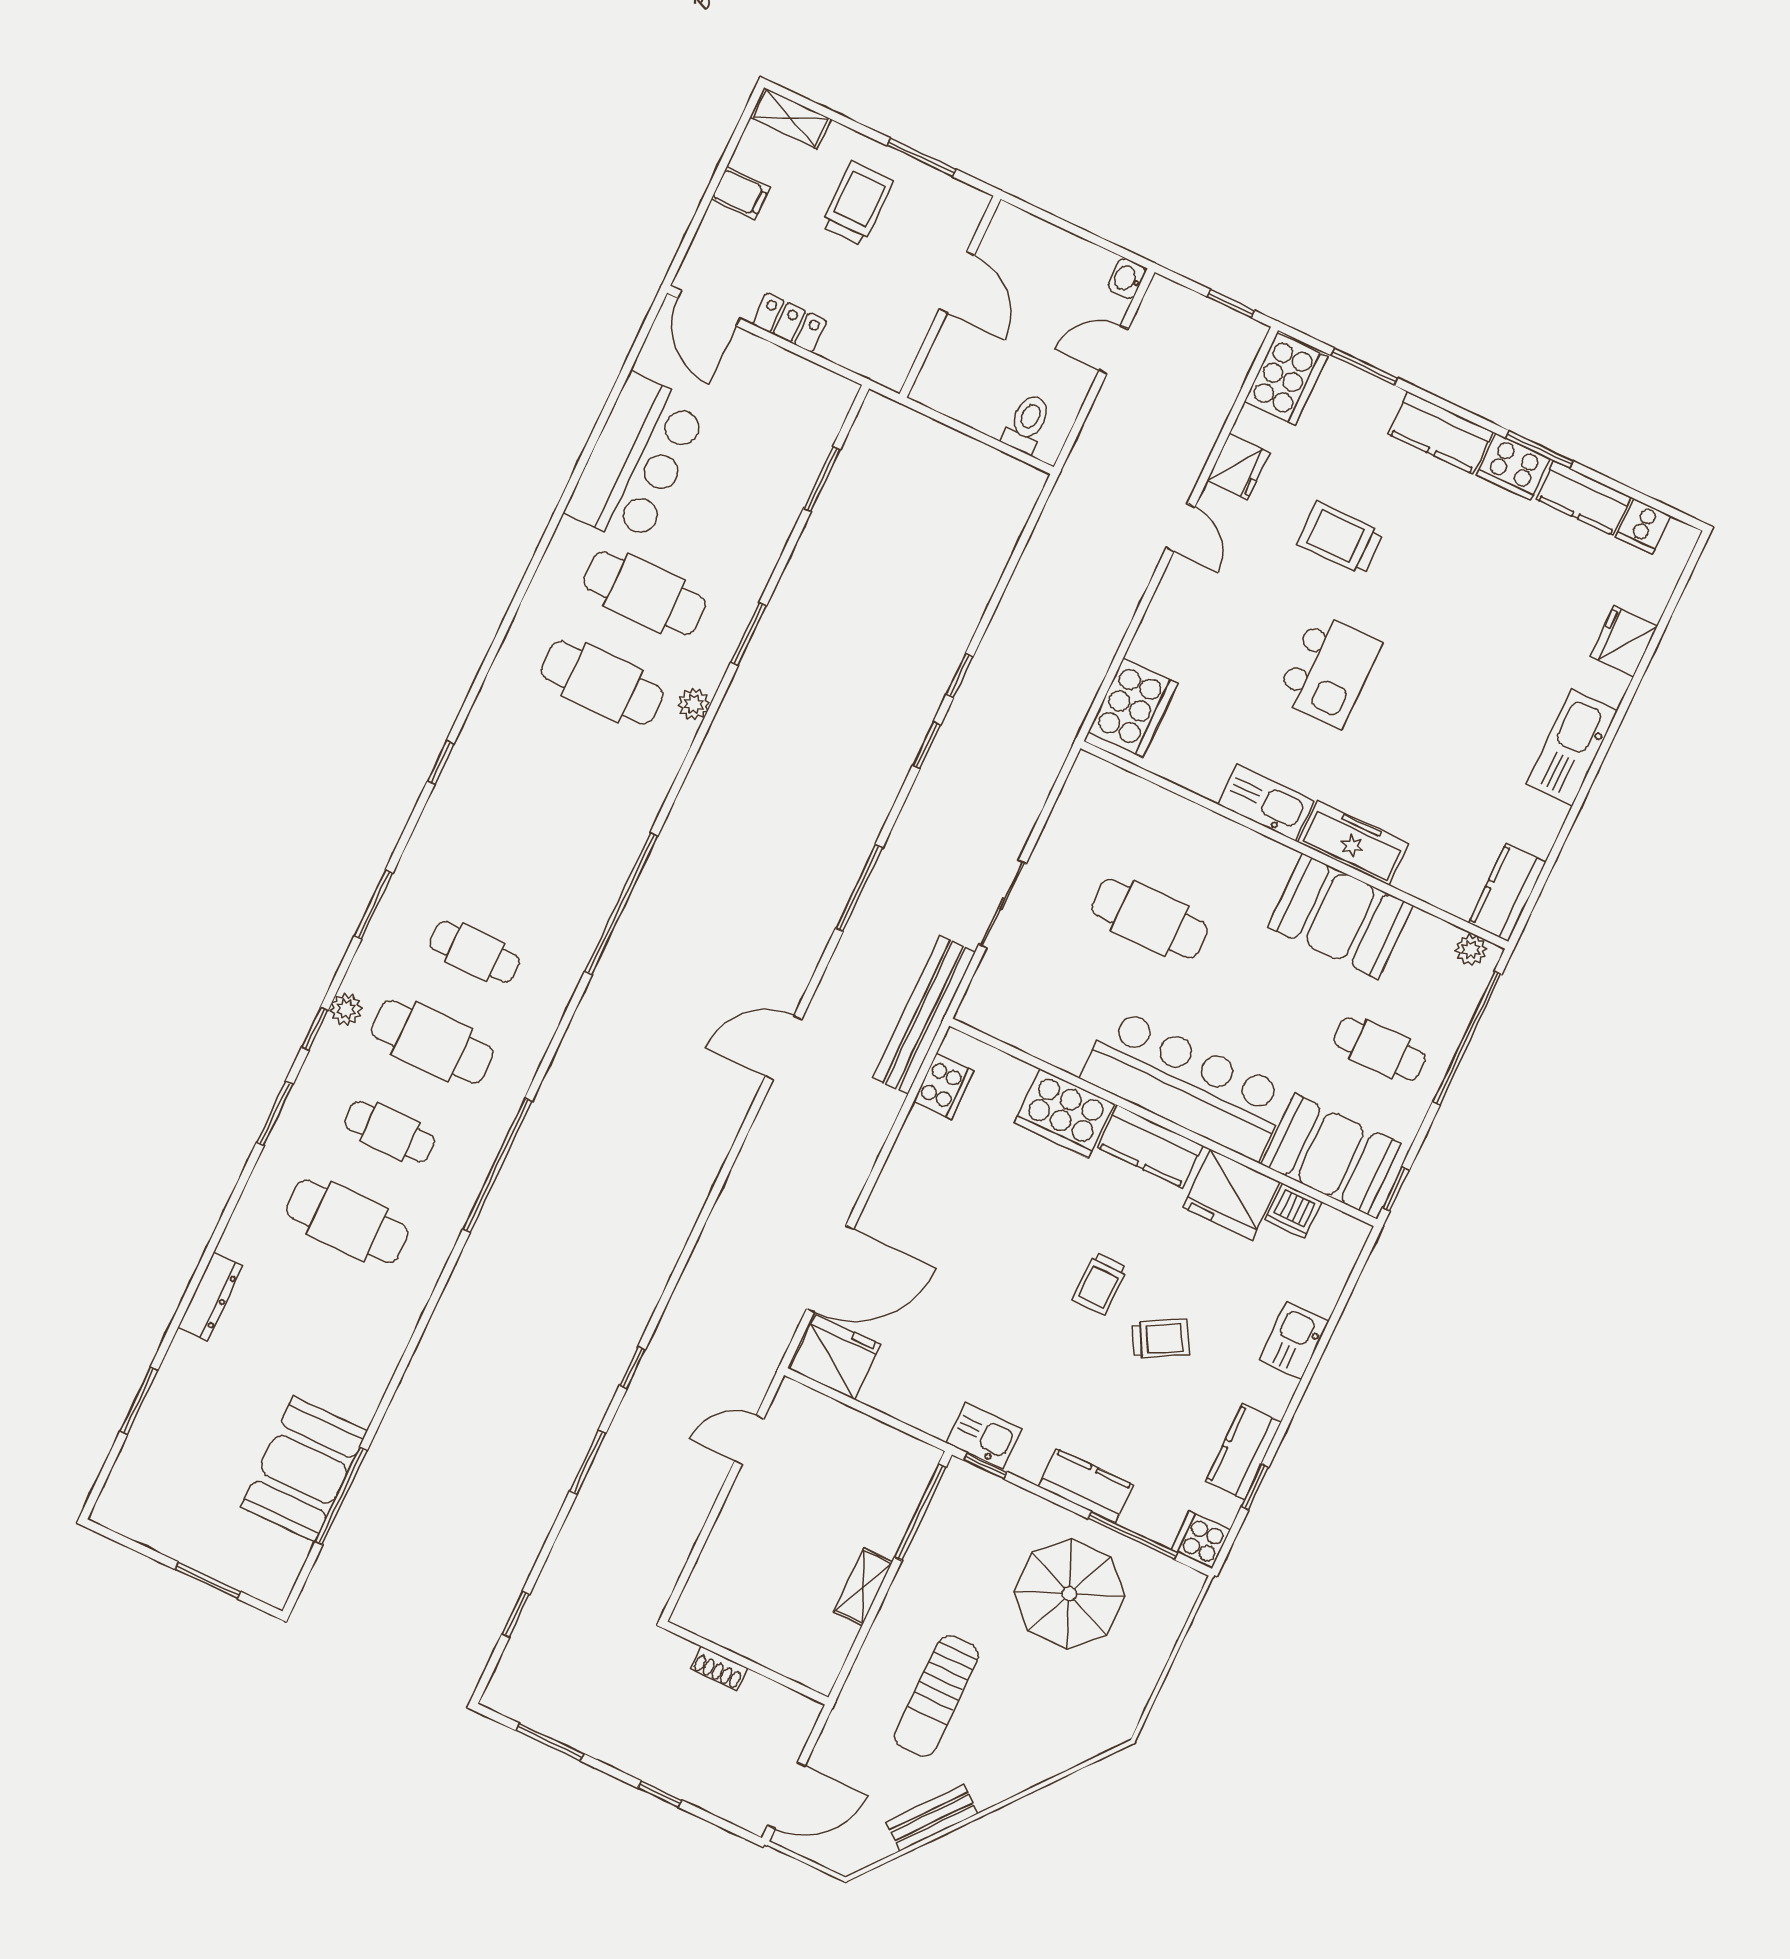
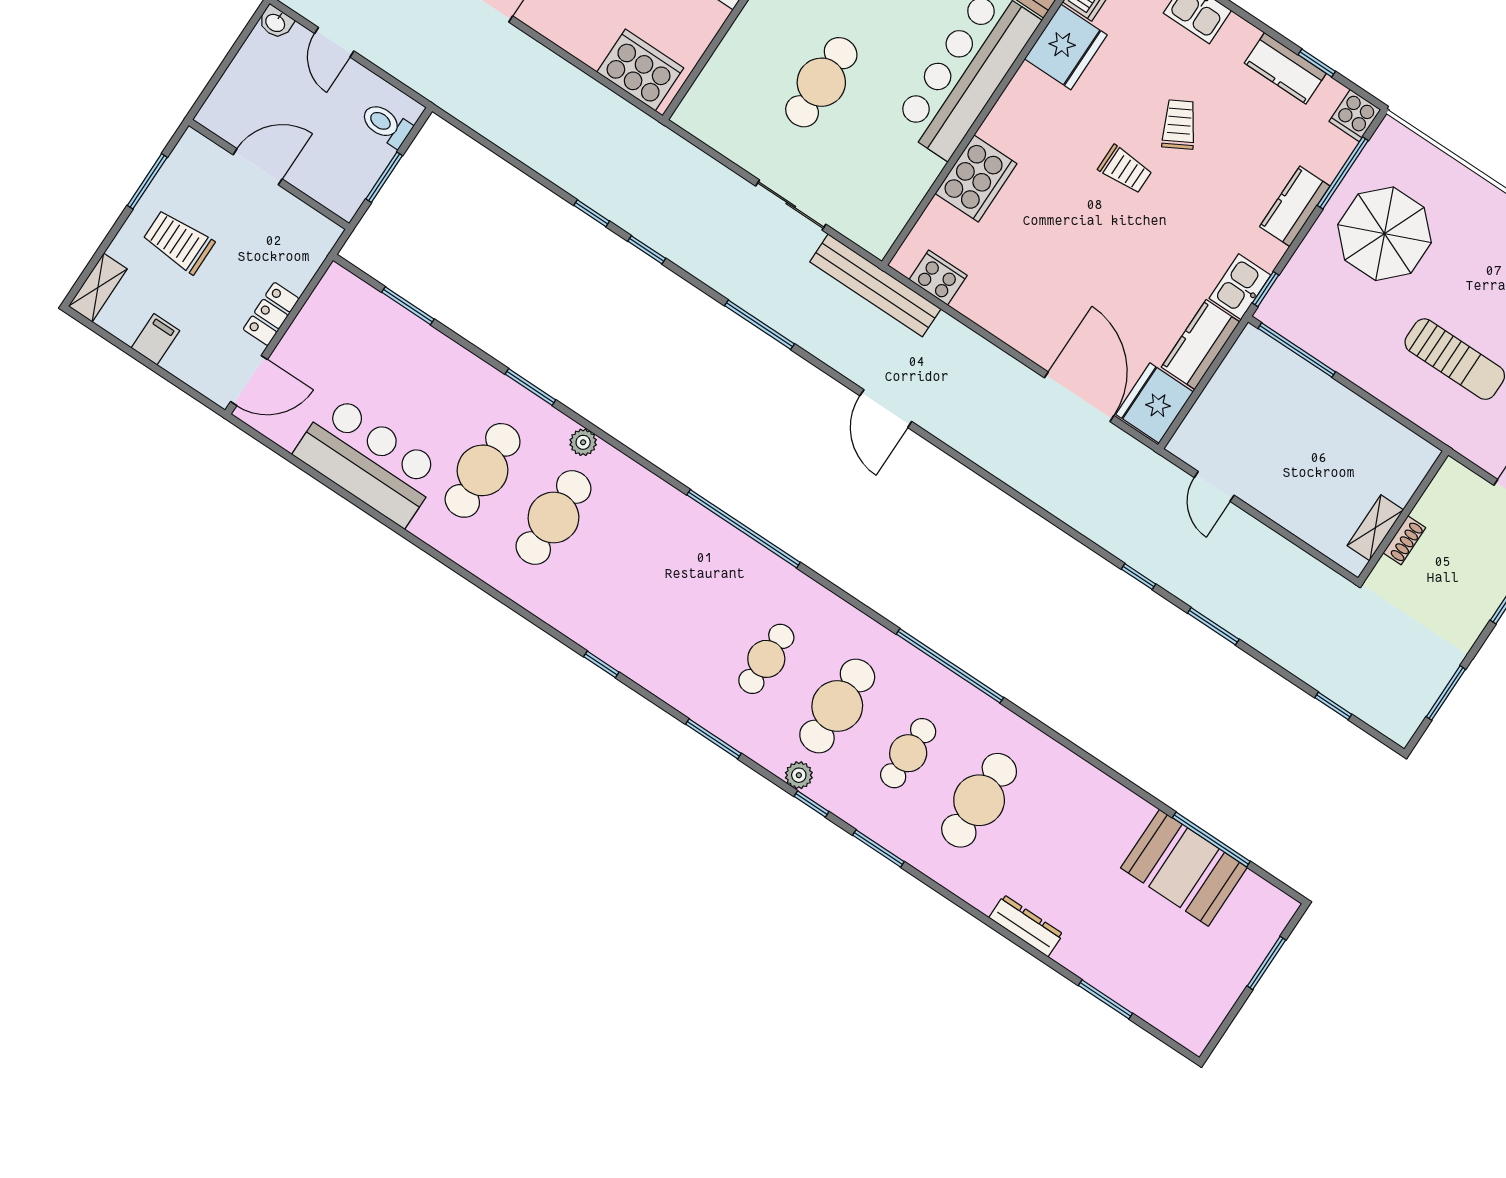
window: (966, 430) -> (384, 177), added
kitchen counter: (1150, 1146) -> (1200, 345), moved, turned 180
shelving: (863, 1587) -> (1375, 528), moved, turned 90

